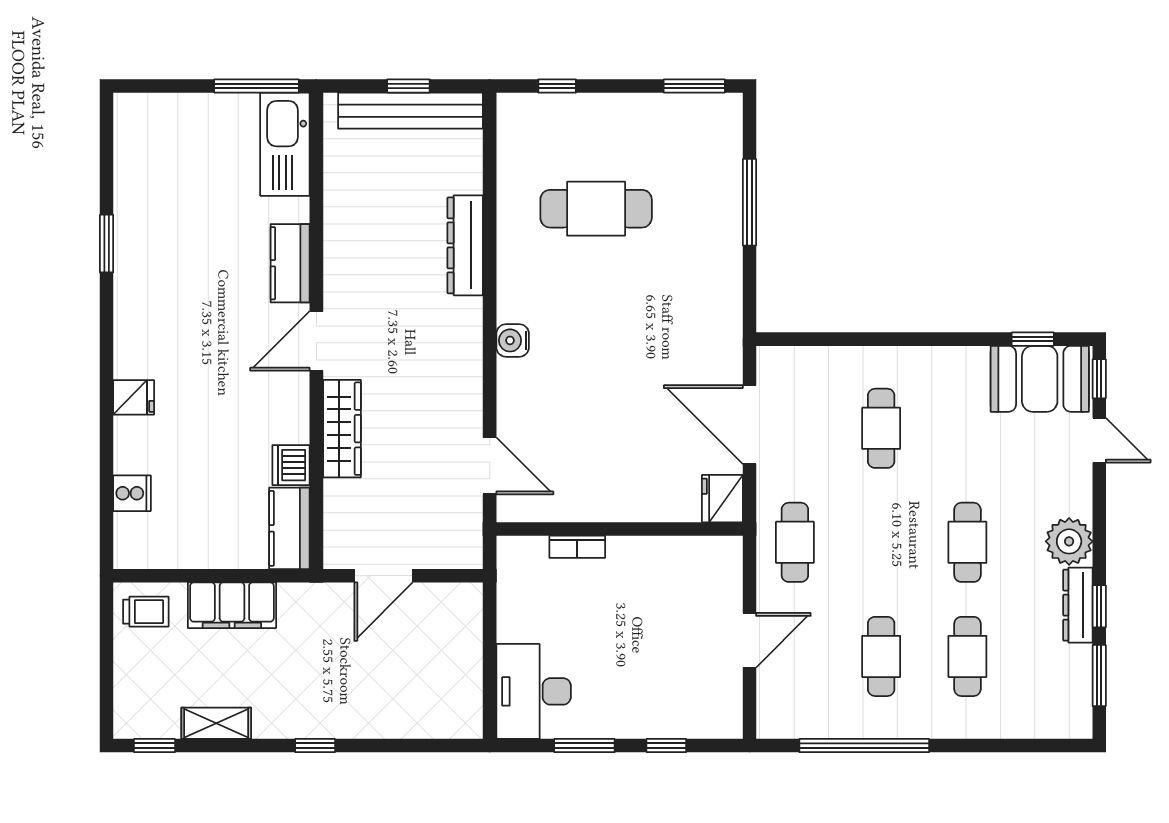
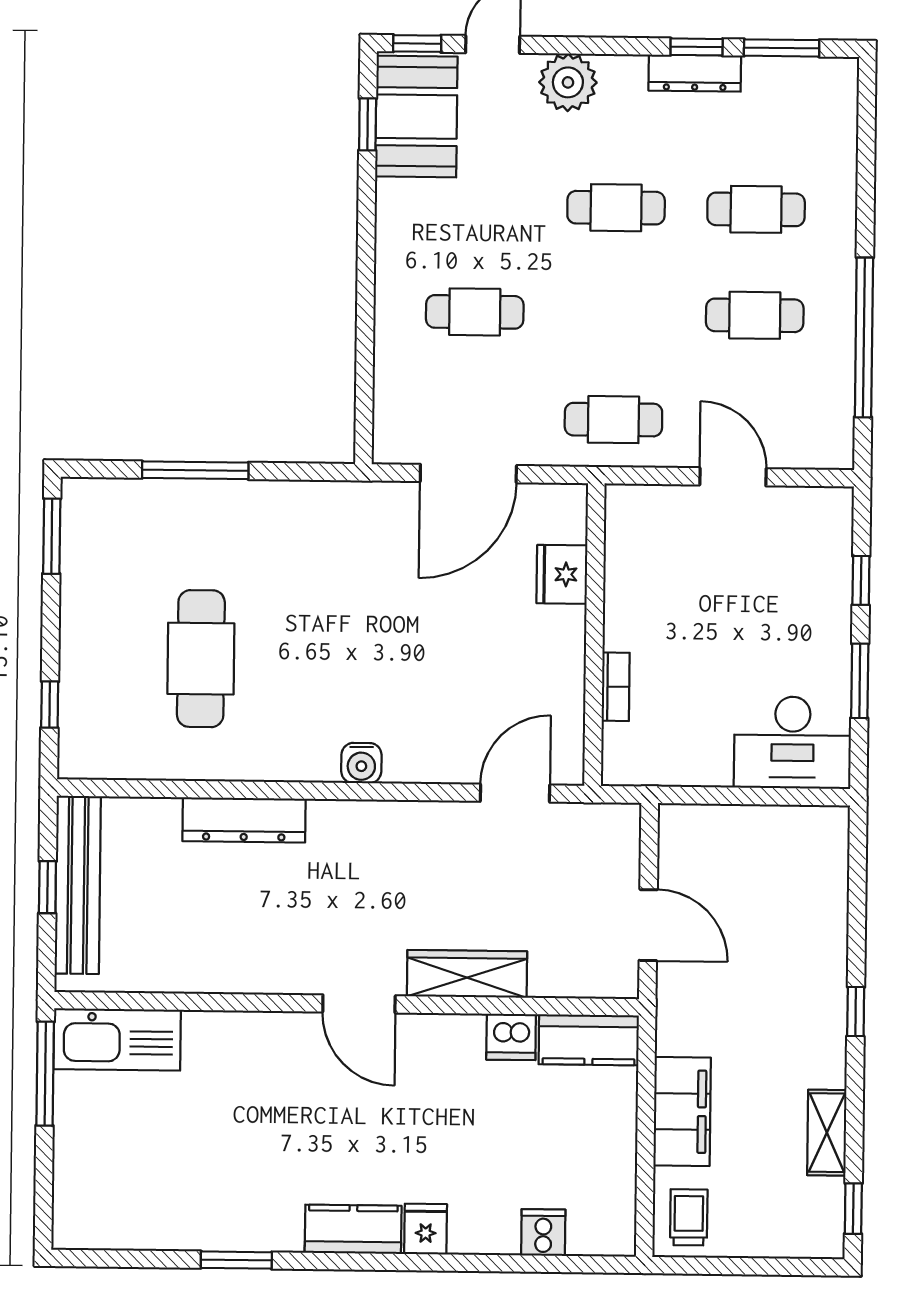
kitchen counter: (290, 263) -> (353, 1229), moved, turned 180
fridge: (722, 499) -> (562, 574), moved, turned 90
plant: (1069, 541) -> (568, 82), moved

